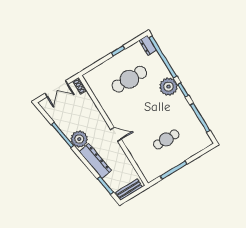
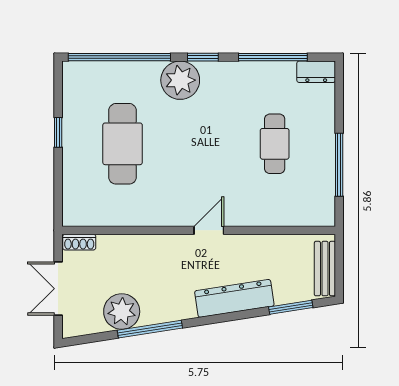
dresser: (148, 45) -> (316, 72), moved
double door: (56, 89) -> (58, 289), swing flipped
plant: (79, 139) -> (122, 312), moved

